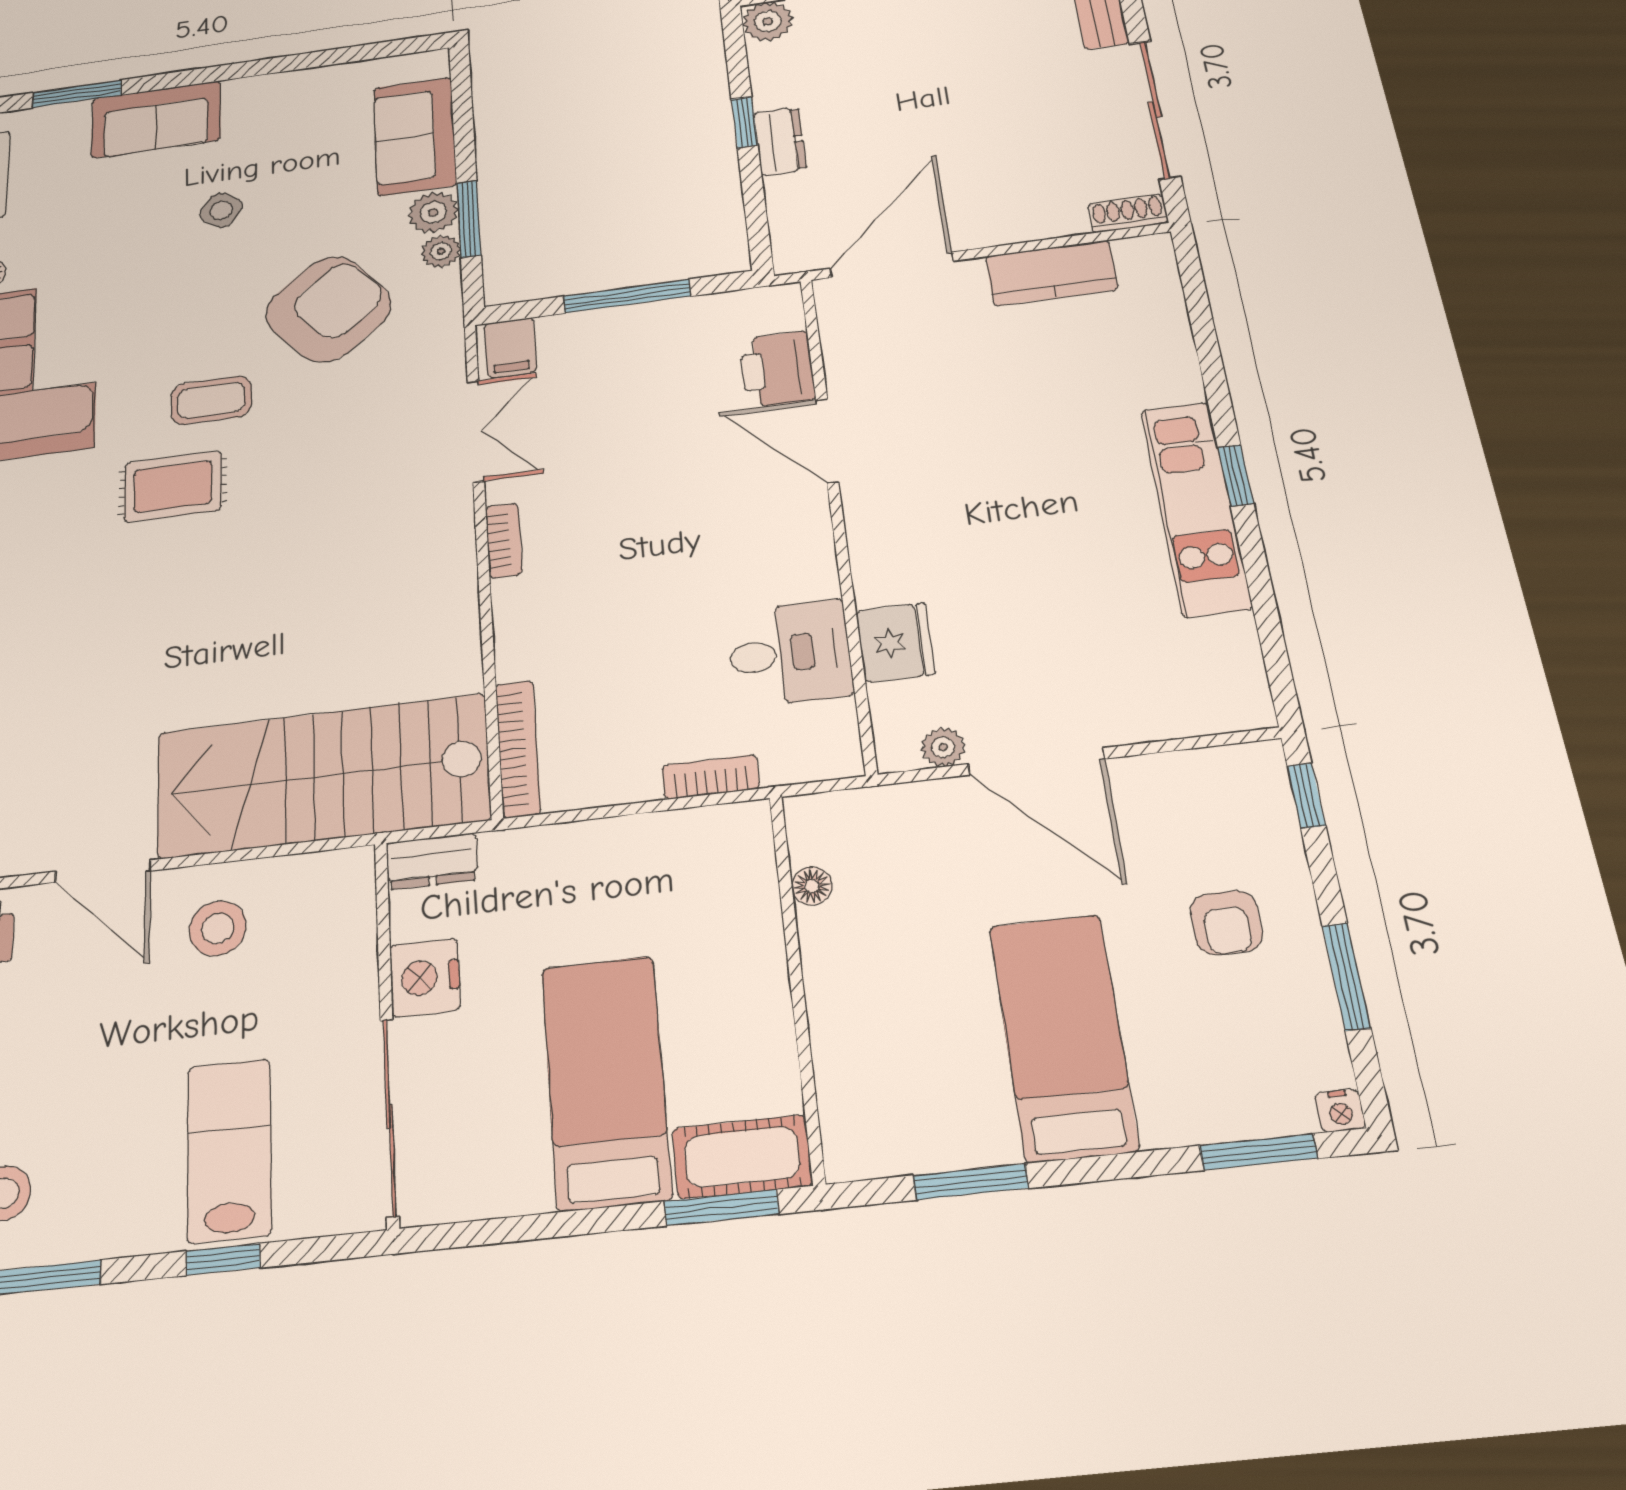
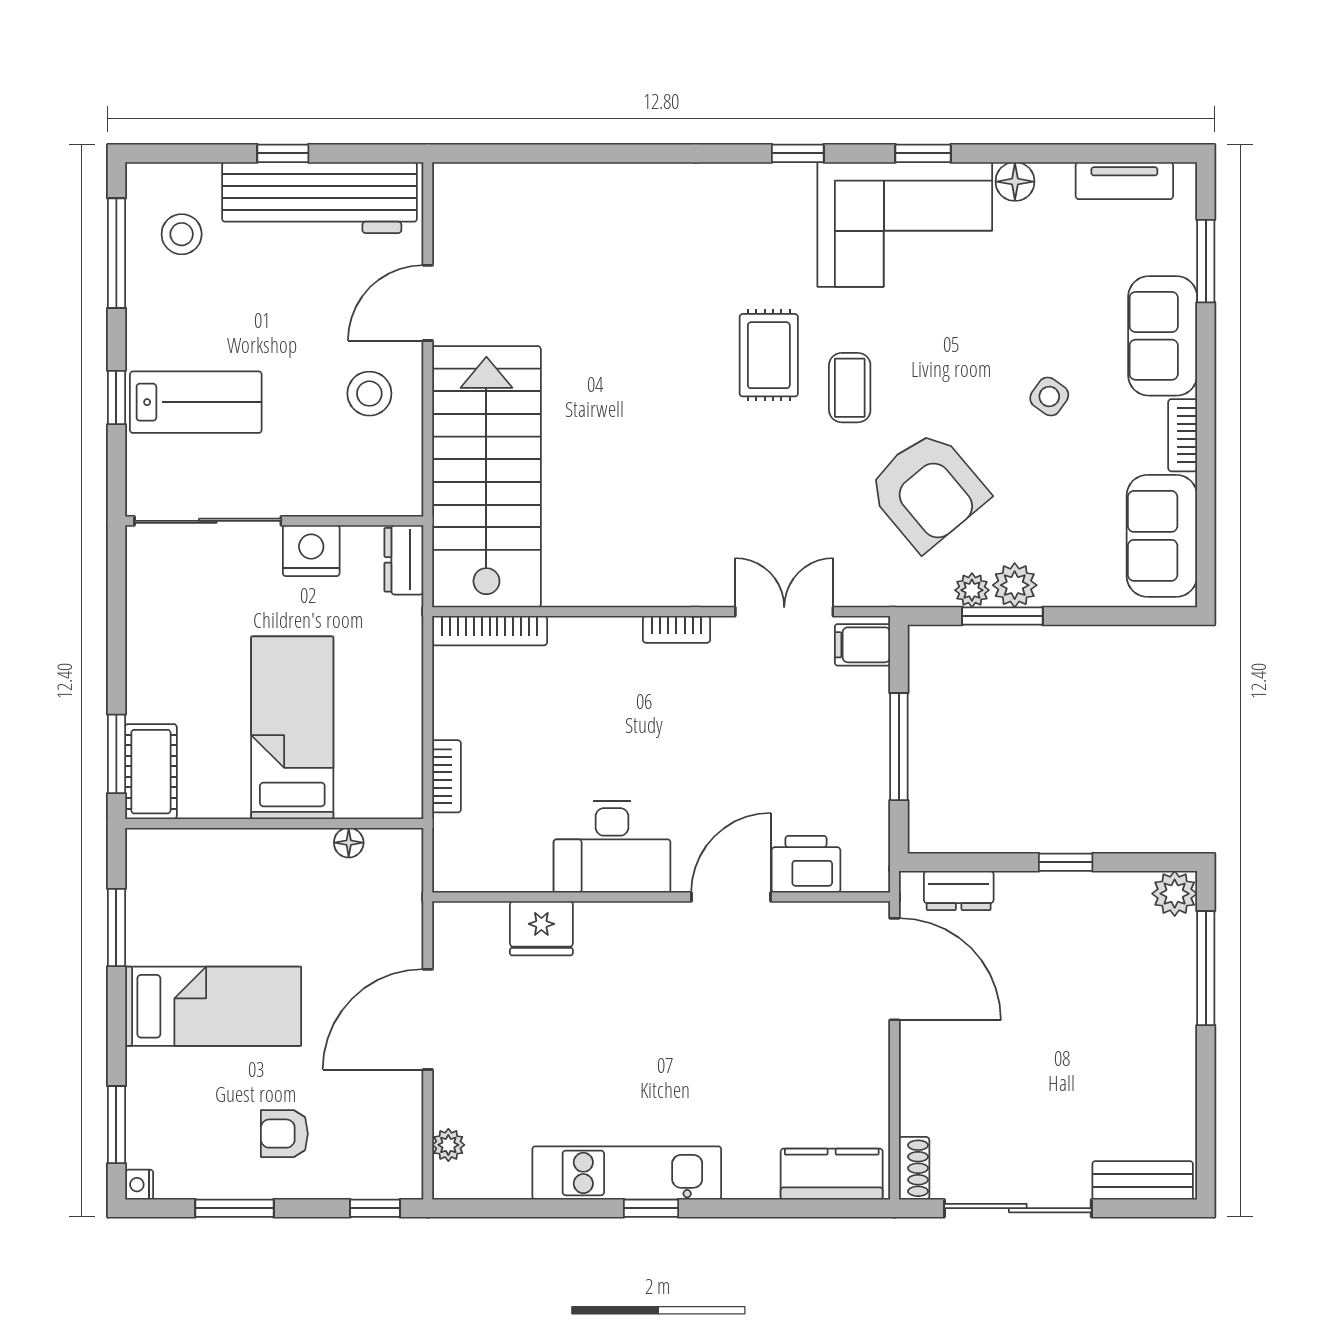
bookcase: (263, 87) -> (1183, 435), added
sofa: (415, 136) -> (1162, 536), moved, turned -90
dresser: (780, 141) -> (959, 891), moved
kitchen counter: (1051, 273) -> (832, 1174), moved, turned 90
double door: (476, 431) -> (784, 612), swing flipped
desk: (790, 653) -> (612, 847), moved, width x1.37
plant: (943, 747) -> (448, 1145), moved
bed: (606, 1082) -> (292, 728), moved, turned -90

